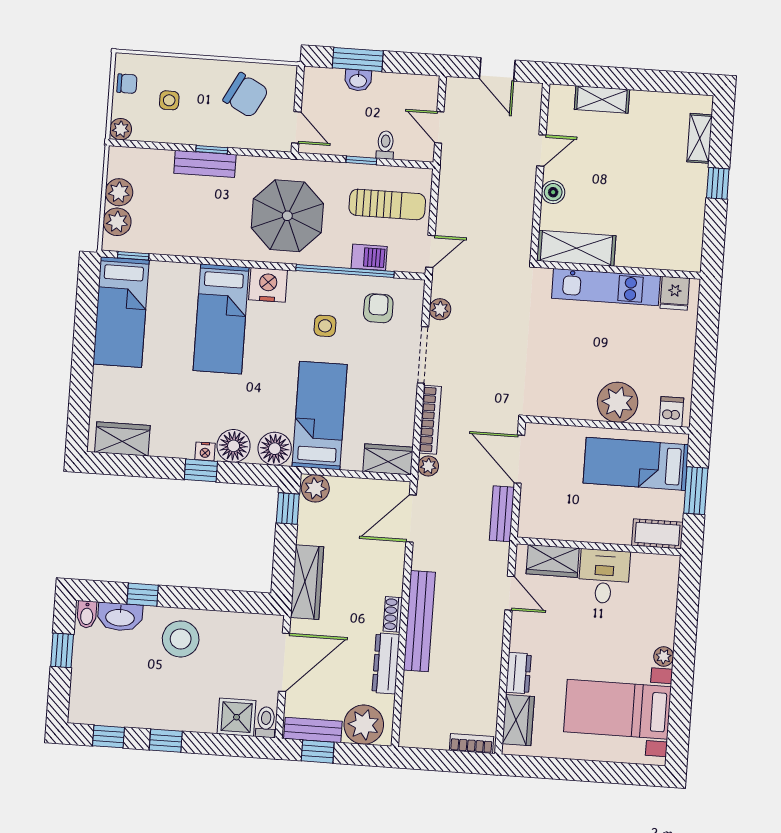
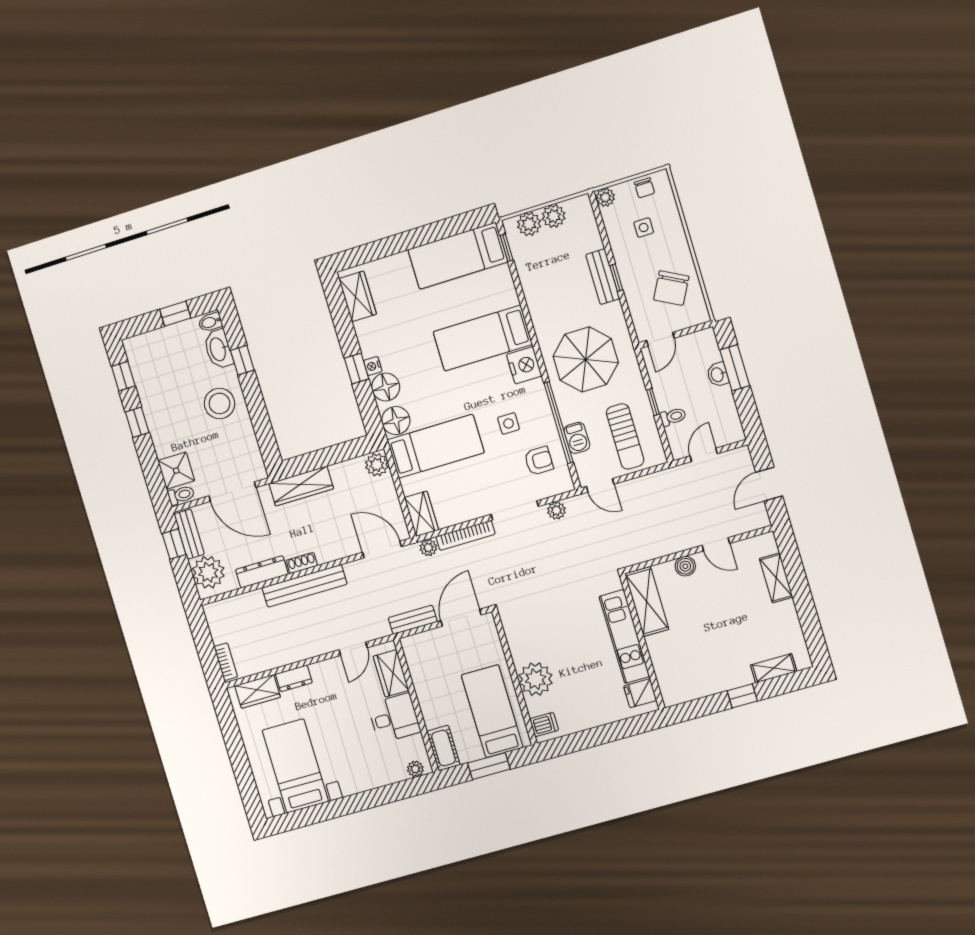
window: (288, 508) -> (353, 449), removed
plant: (664, 656) -> (415, 769), moved

